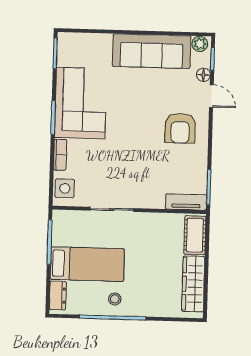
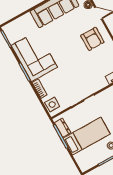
dresser: (58, 295) -> (63, 128), moved

